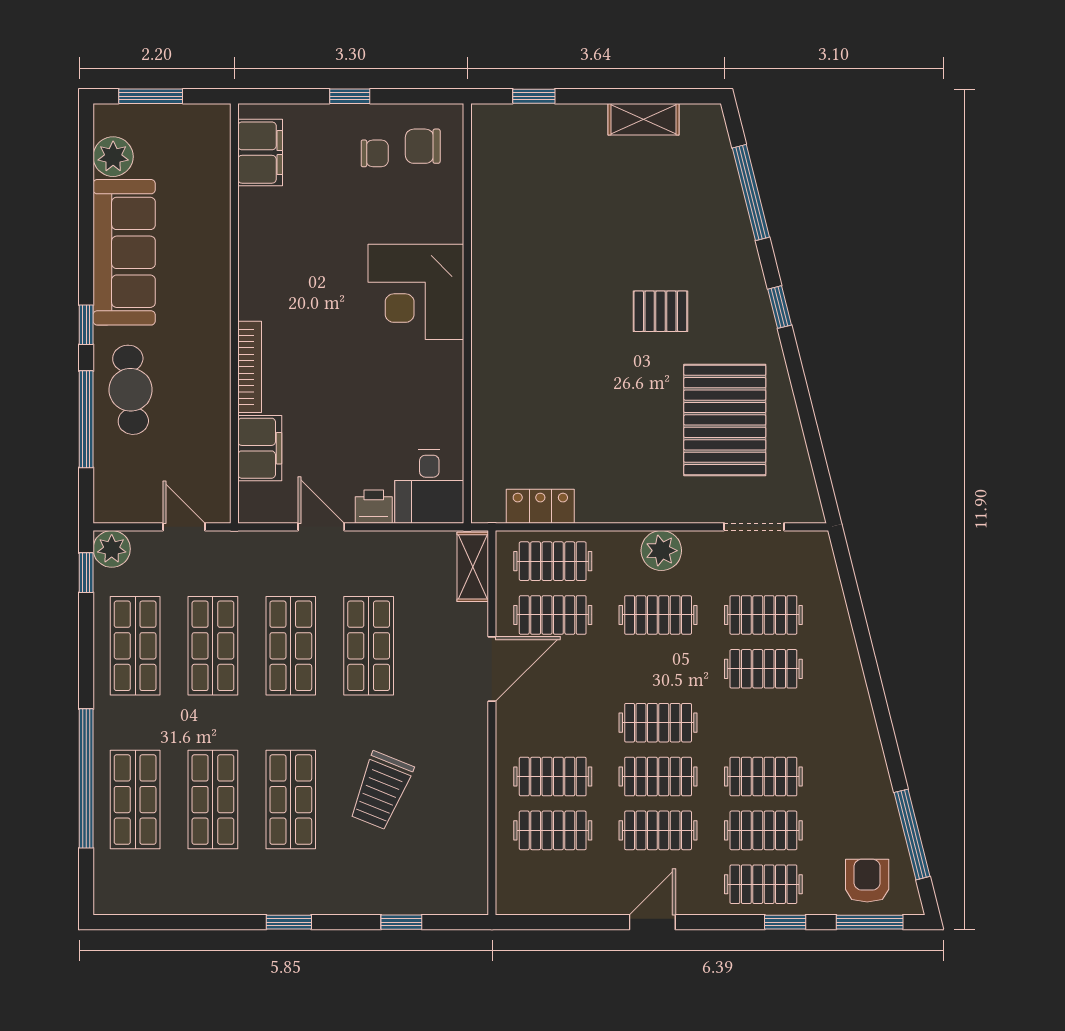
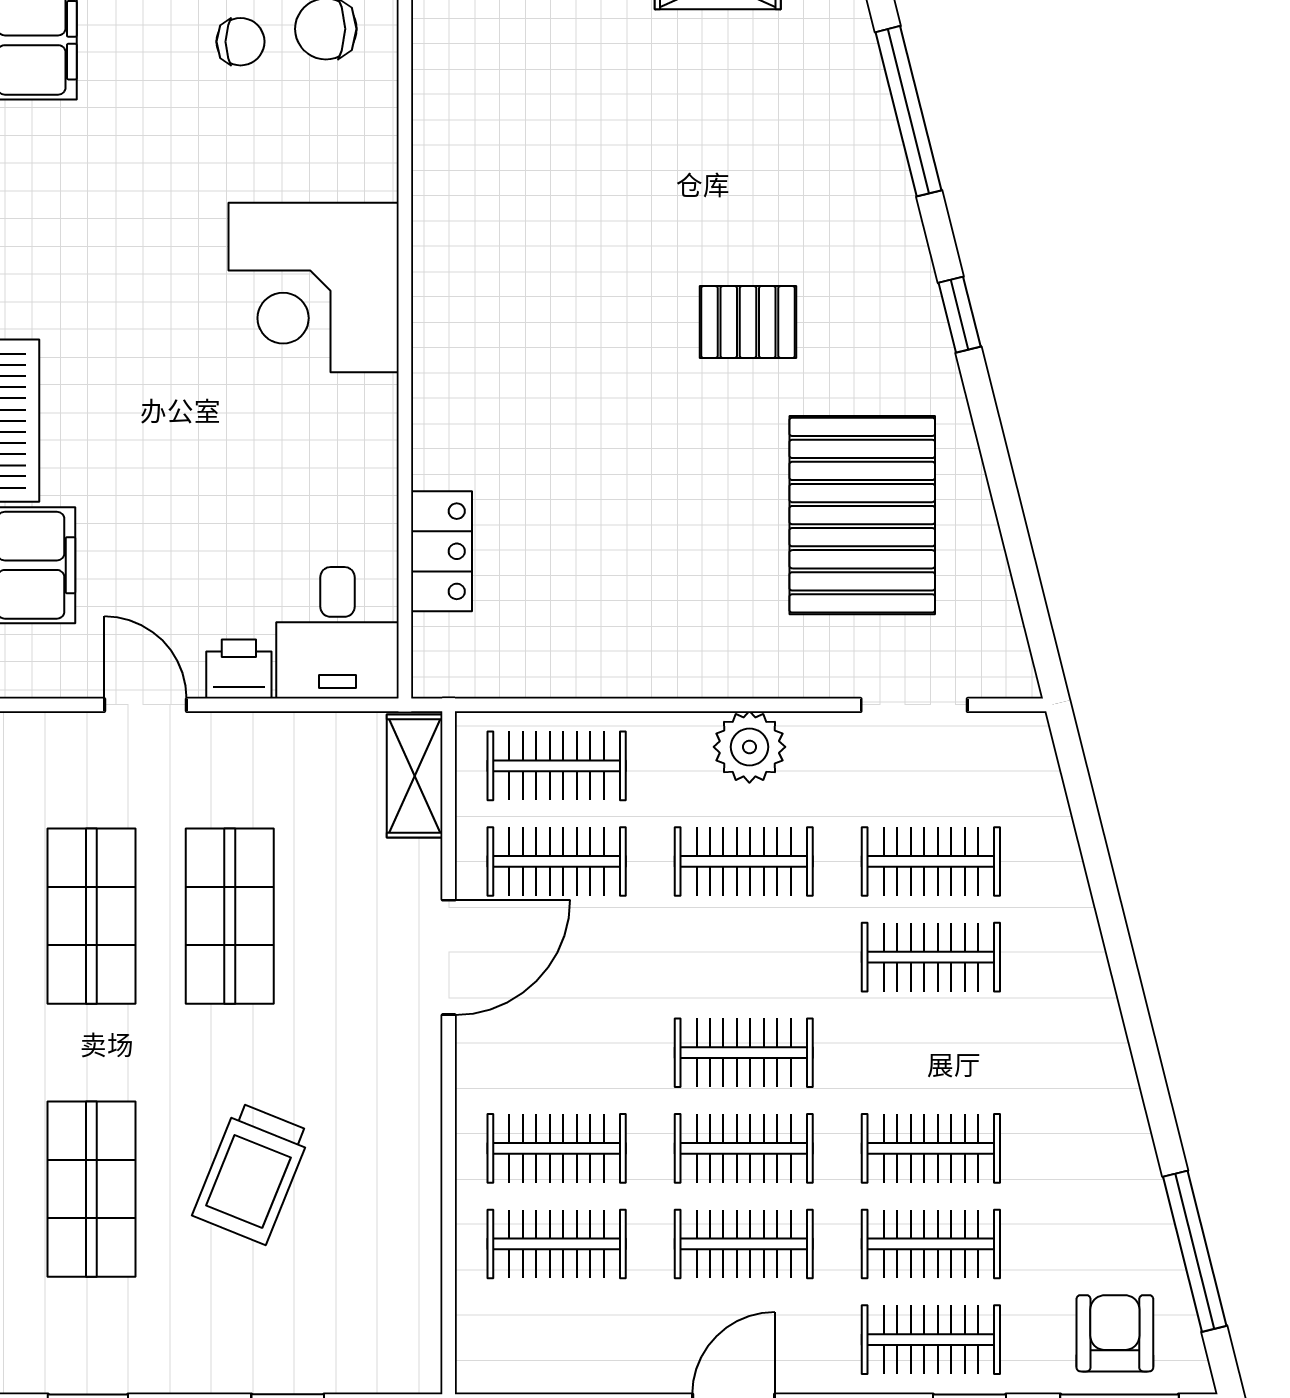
locker: (540, 506) -> (442, 551), moved, turned 90

